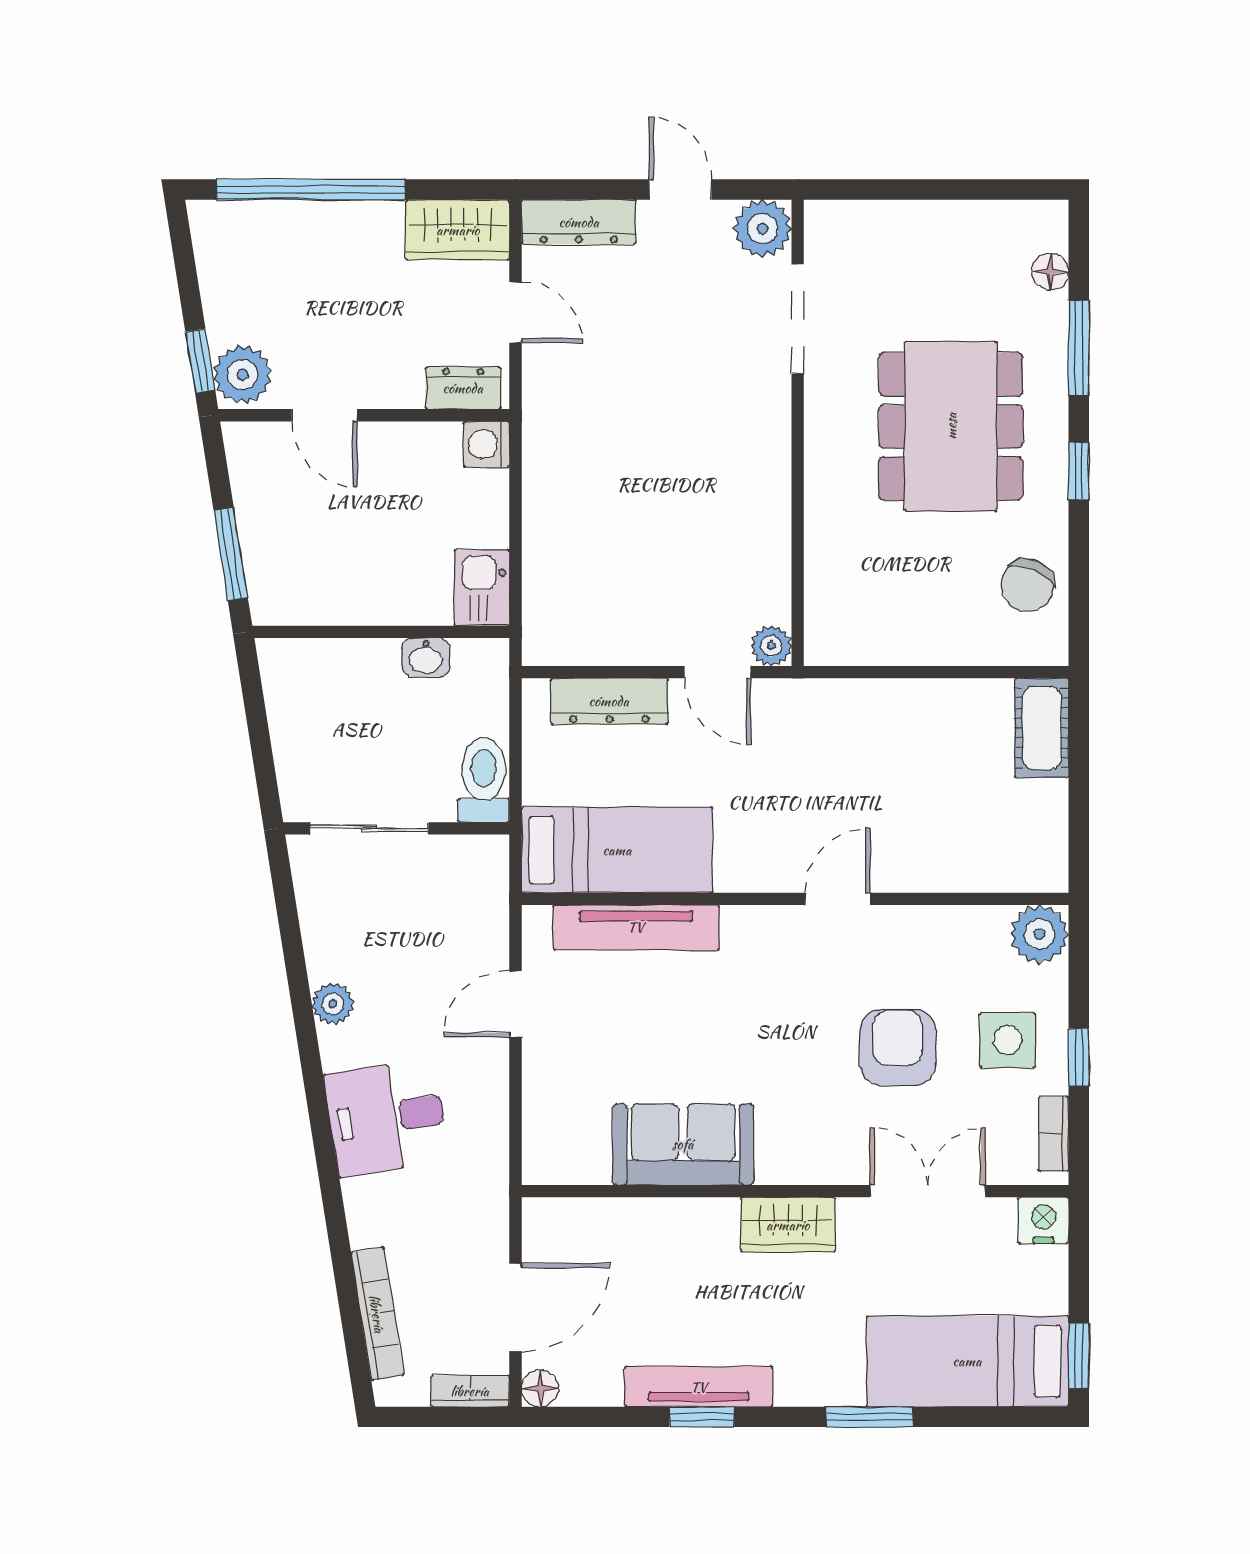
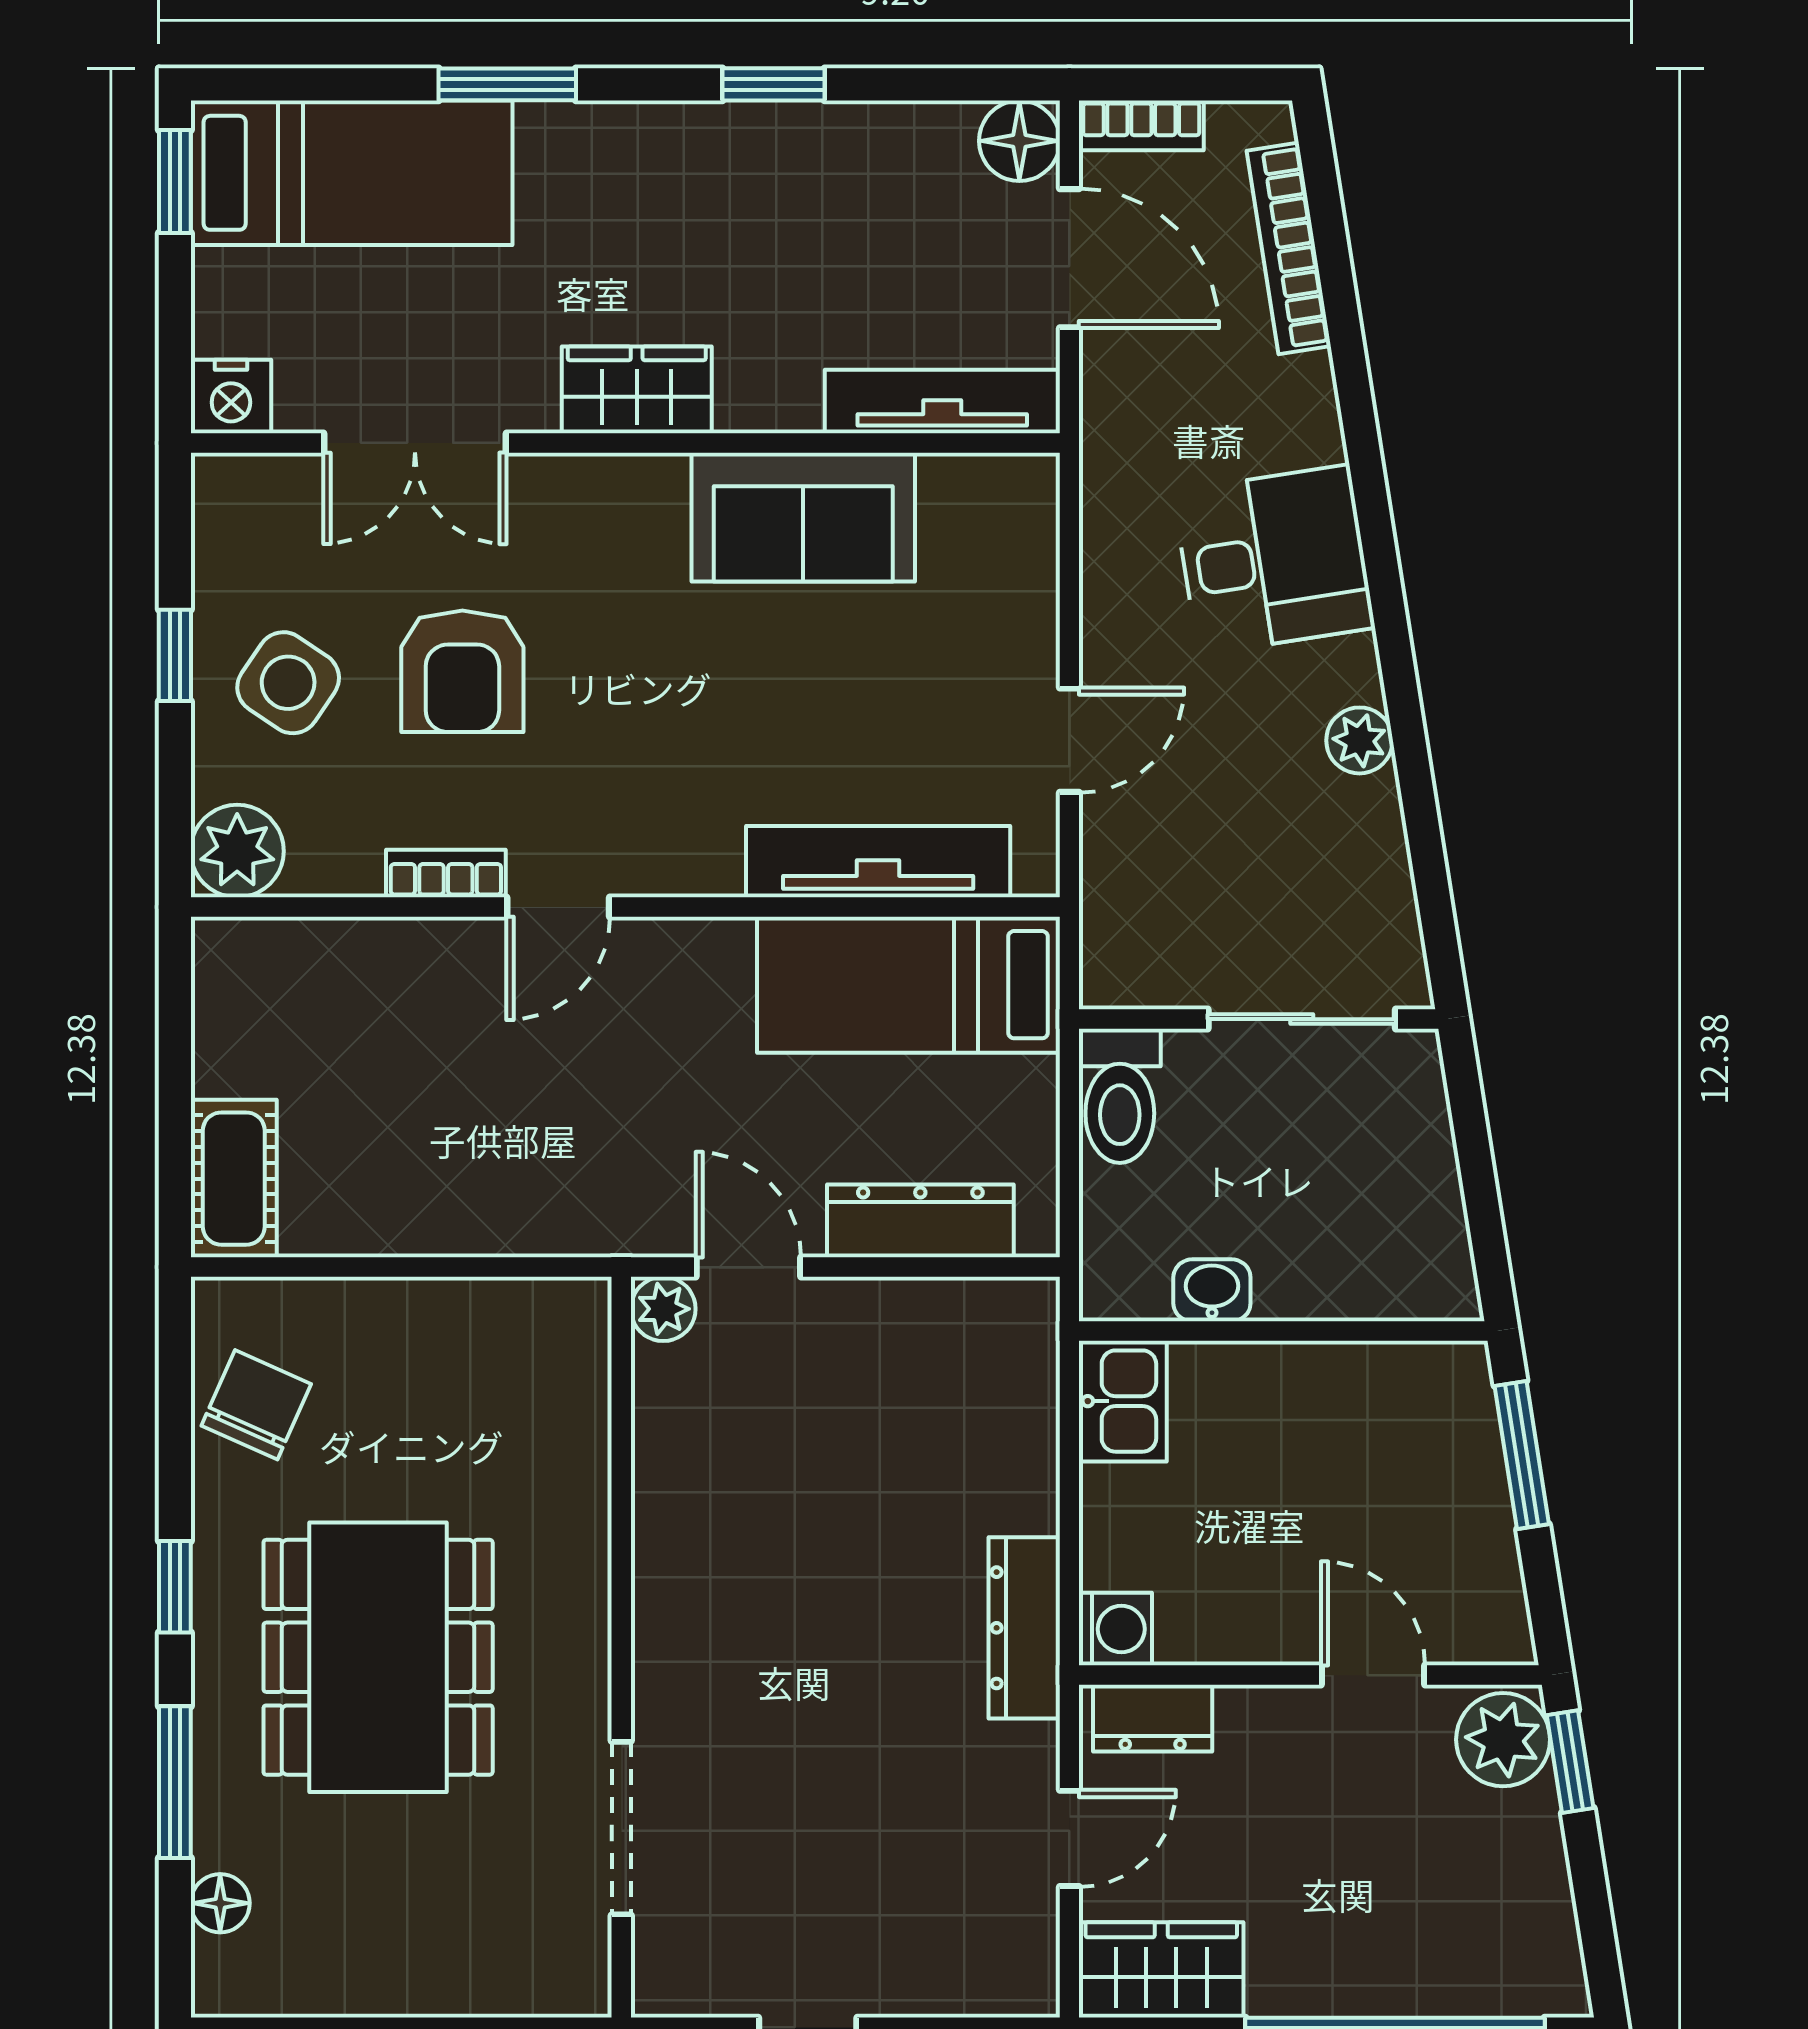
dresser: (579, 222) -> (1024, 1628), moved, turned -90
plant: (763, 229) -> (677, 1972), removed
door: (516, 312) -> (1069, 1838), swing flipped
side table: (1008, 1040) -> (288, 683), turned 34
bookcase: (1054, 1134) -> (446, 873), moved, turned -90
door: (516, 1307) -> (1069, 258), swing flipped
tv unit: (699, 1387) -> (942, 401), moved, turned 180
floor lamp: (540, 1388) -> (1019, 141), width x1.37, depth x1.37

